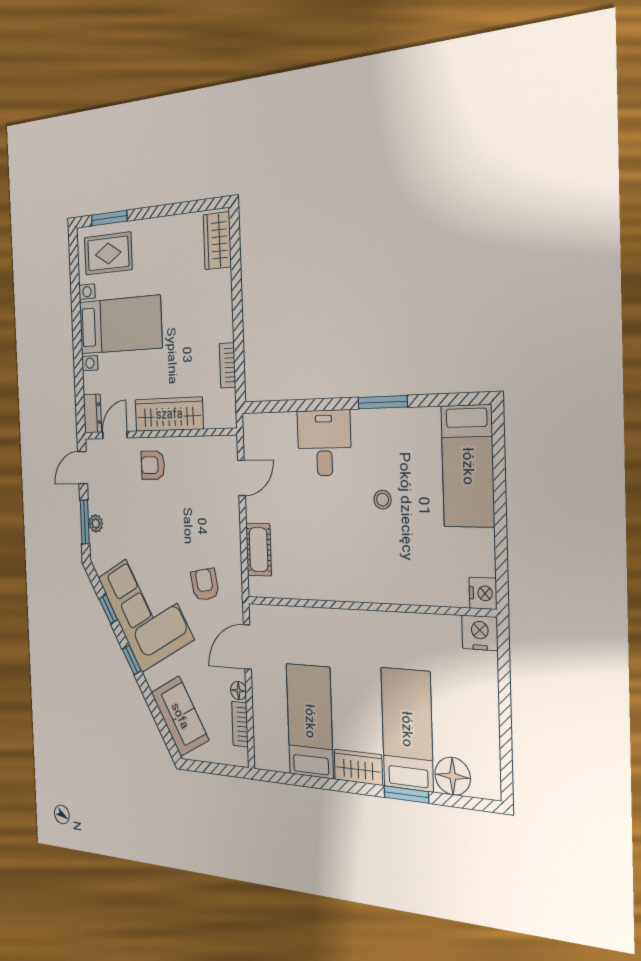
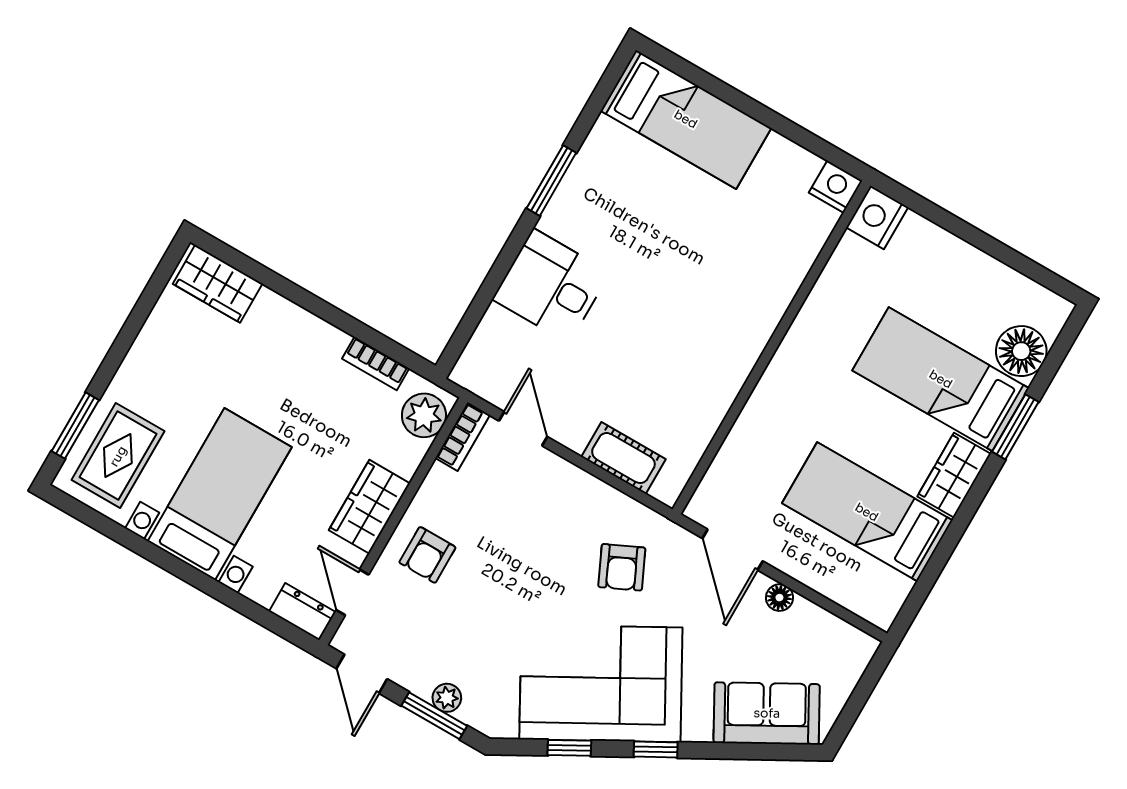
wardrobe: (169, 414) -> (369, 507), width x0.67
plant: (217, 414) -> (424, 415), added
stool: (383, 500) -> (661, 249), removed
armchair: (205, 584) -> (622, 567), turned -105
bookcase: (240, 724) -> (463, 437), moved, turned -90

